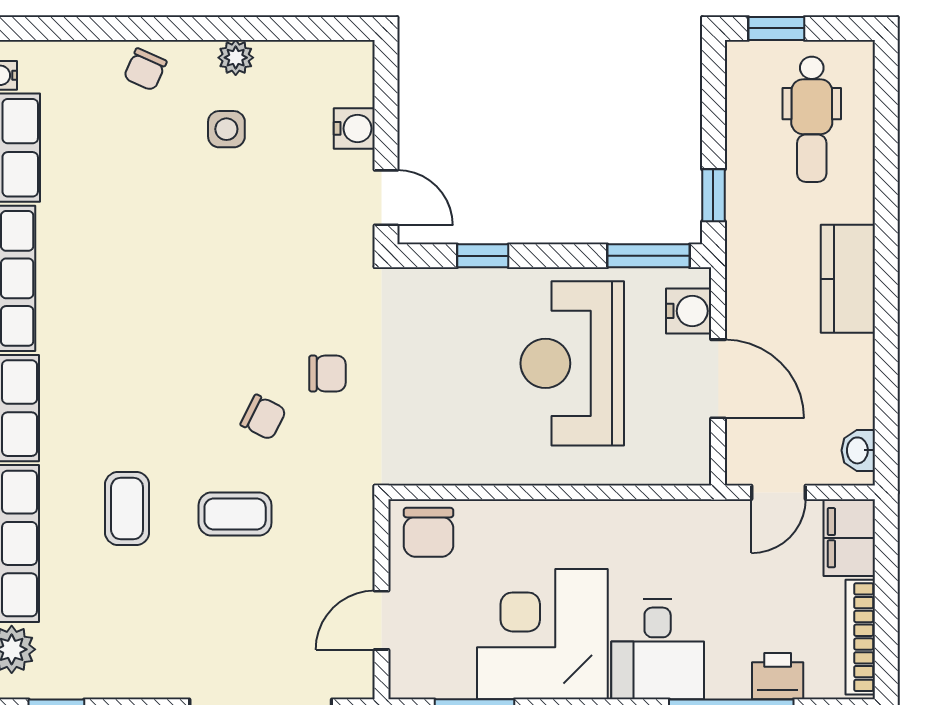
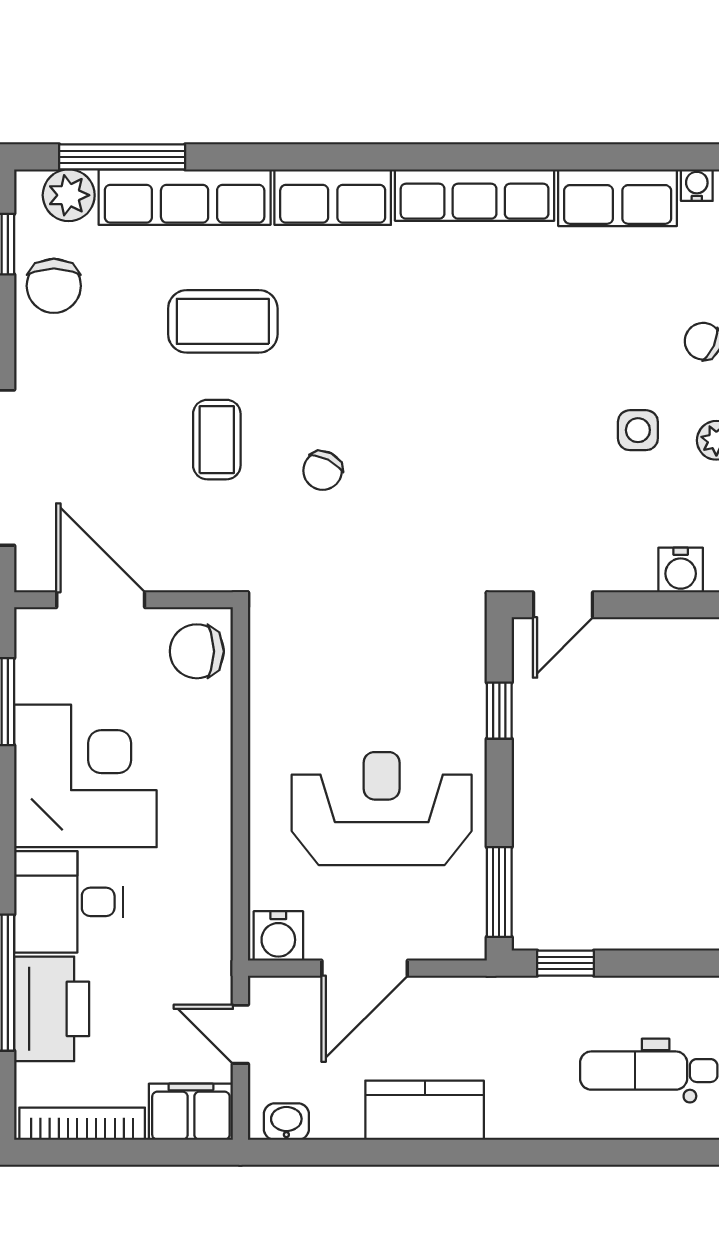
water cooler: (354, 128) -> (681, 570), moved
kitchen counter: (848, 279) -> (425, 1110), moved
water cooler: (689, 311) -> (278, 936), moved
chair: (327, 373) -> (54, 286), moved, width x1.37, depth x1.37
coffee table: (127, 509) -> (223, 321), width x1.36, depth x1.30
door: (381, 620) -> (101, 600), width x1.38
printer: (778, 676) -> (52, 1009), width x1.87, depth x1.48

